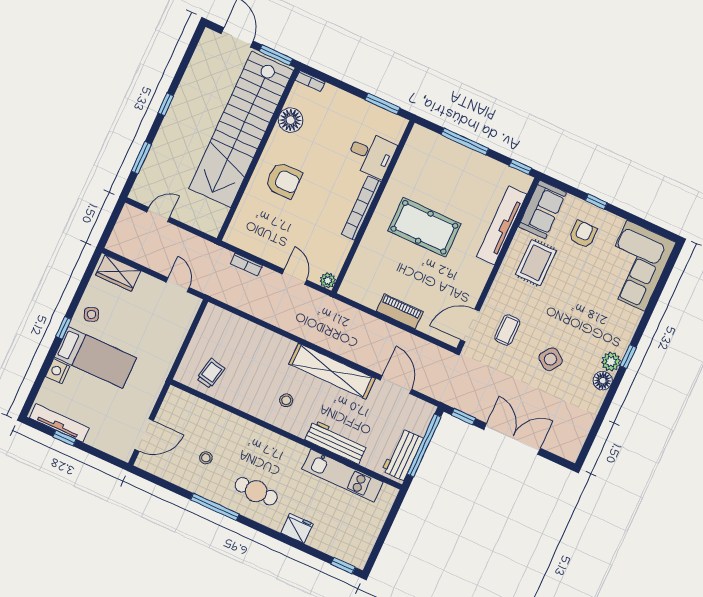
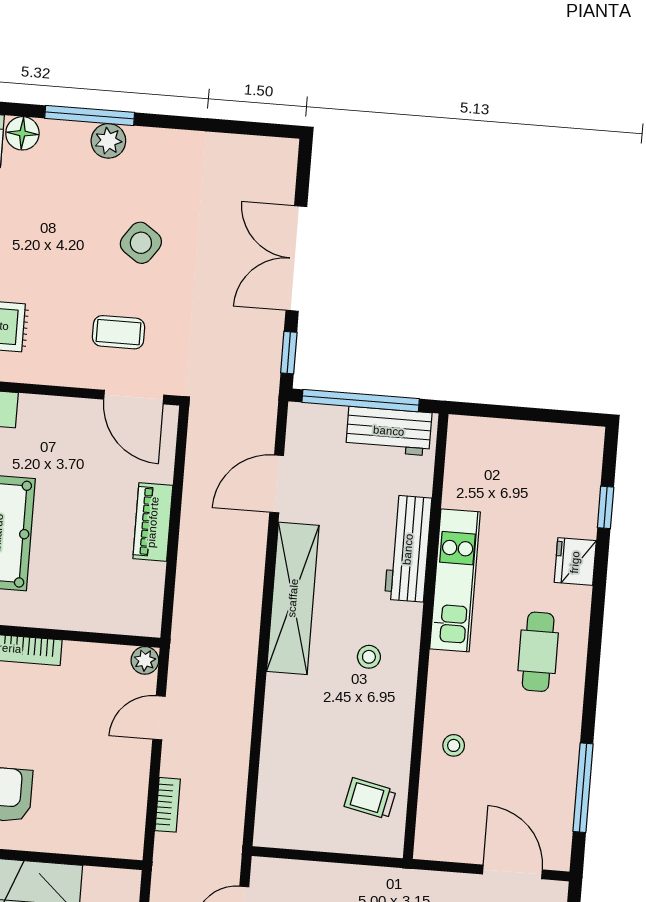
window: (628, 357) -> (90, 115), width x2.17
floor lamp: (603, 381) -> (22, 133), moved
stool: (206, 458) -> (454, 745), moved
kitchen unit: (342, 476) -> (455, 580), moved
window: (215, 507) -> (583, 788), moved
window: (343, 566) -> (606, 507), moved

